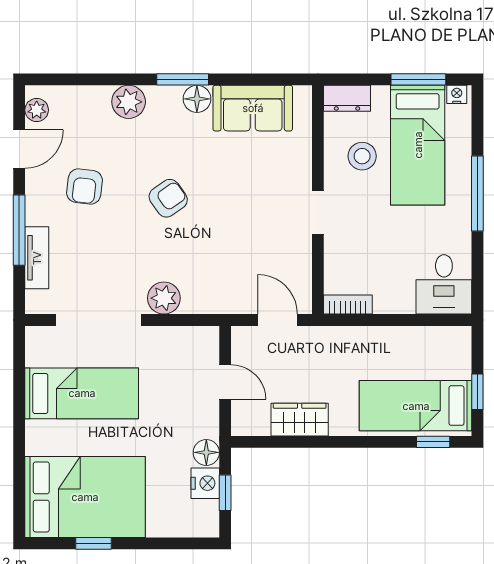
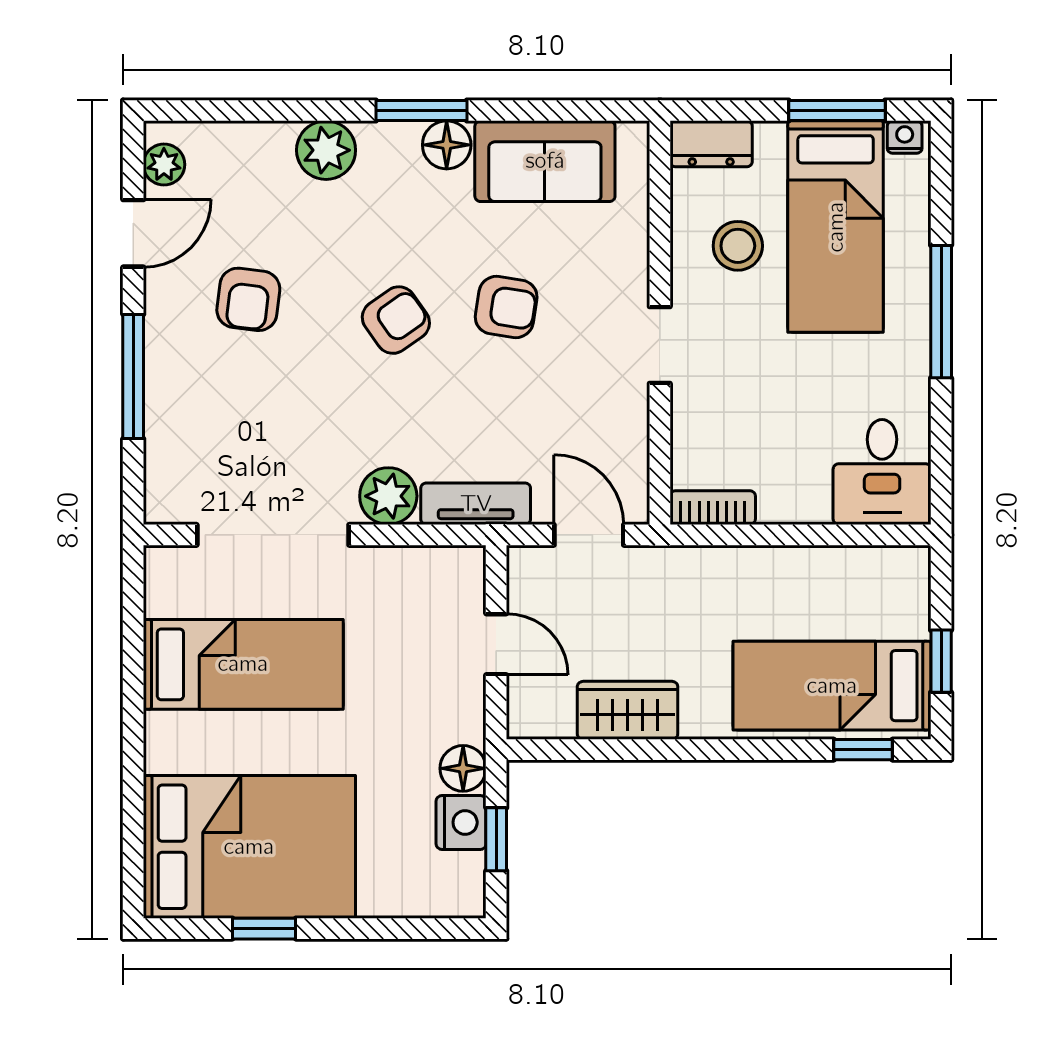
armchair: (231, 191) -> (506, 307), added
tv unit: (37, 258) -> (476, 504), moved, turned -90

